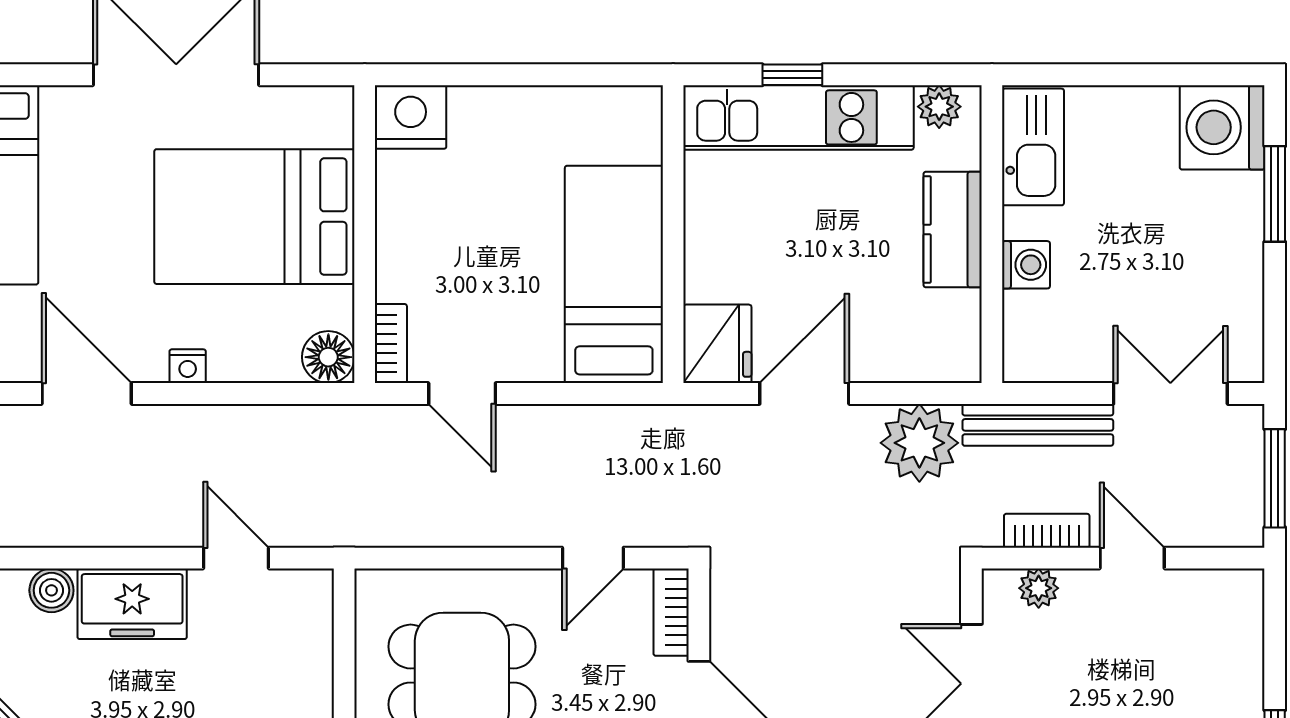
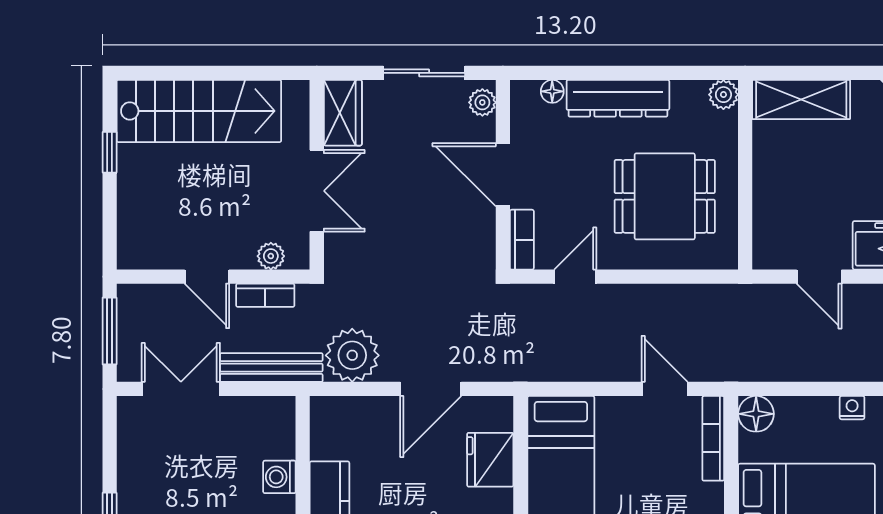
bookcase: (391, 344) -> (713, 438), width x1.56
fridge: (717, 344) -> (490, 460), moved
double door: (1170, 394) -> (181, 389), swing flipped

